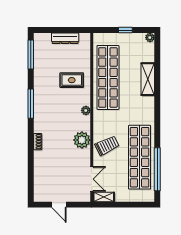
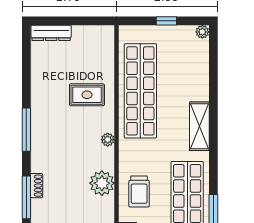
dresser: (65, 38) -> (51, 33), moved
window: (31, 55) -> (26, 197), moved
shelving: (148, 79) -> (199, 126), moved
trolley: (107, 146) -> (139, 192), turned 116

